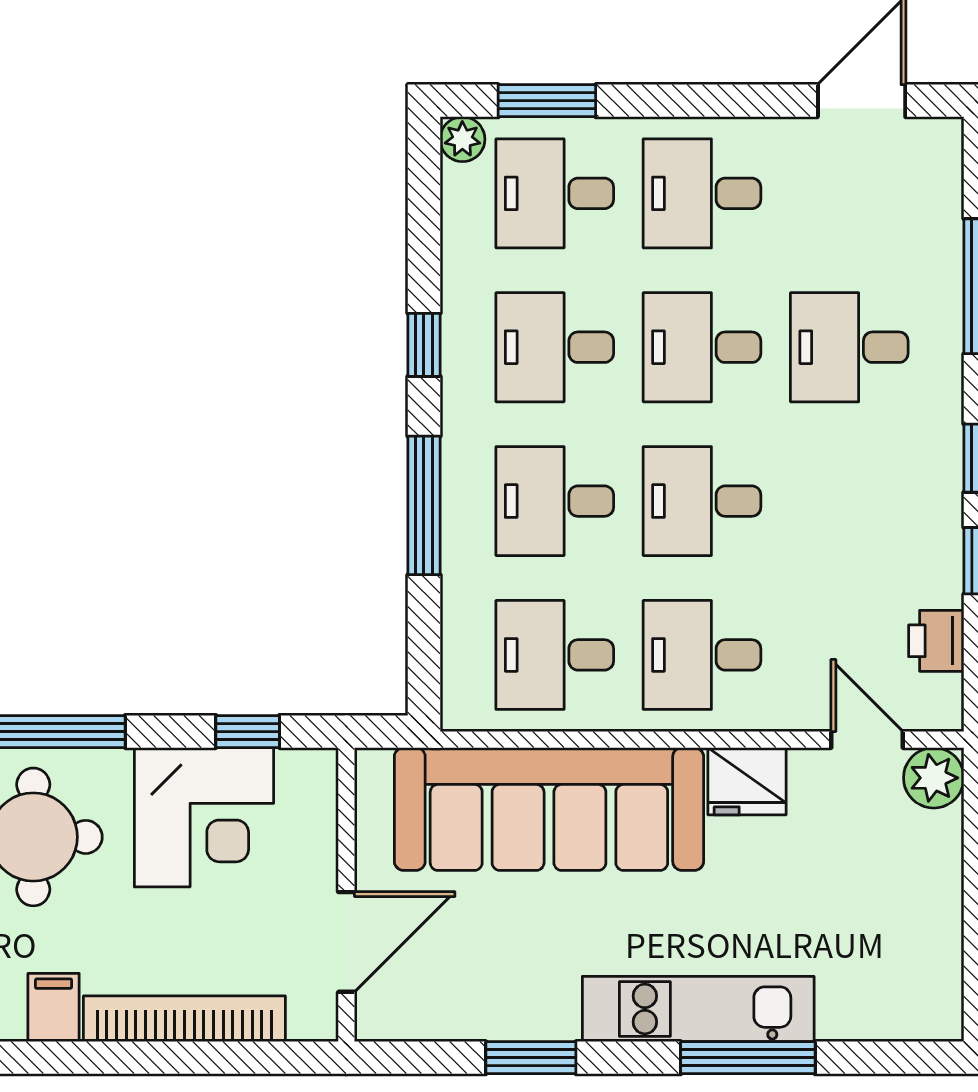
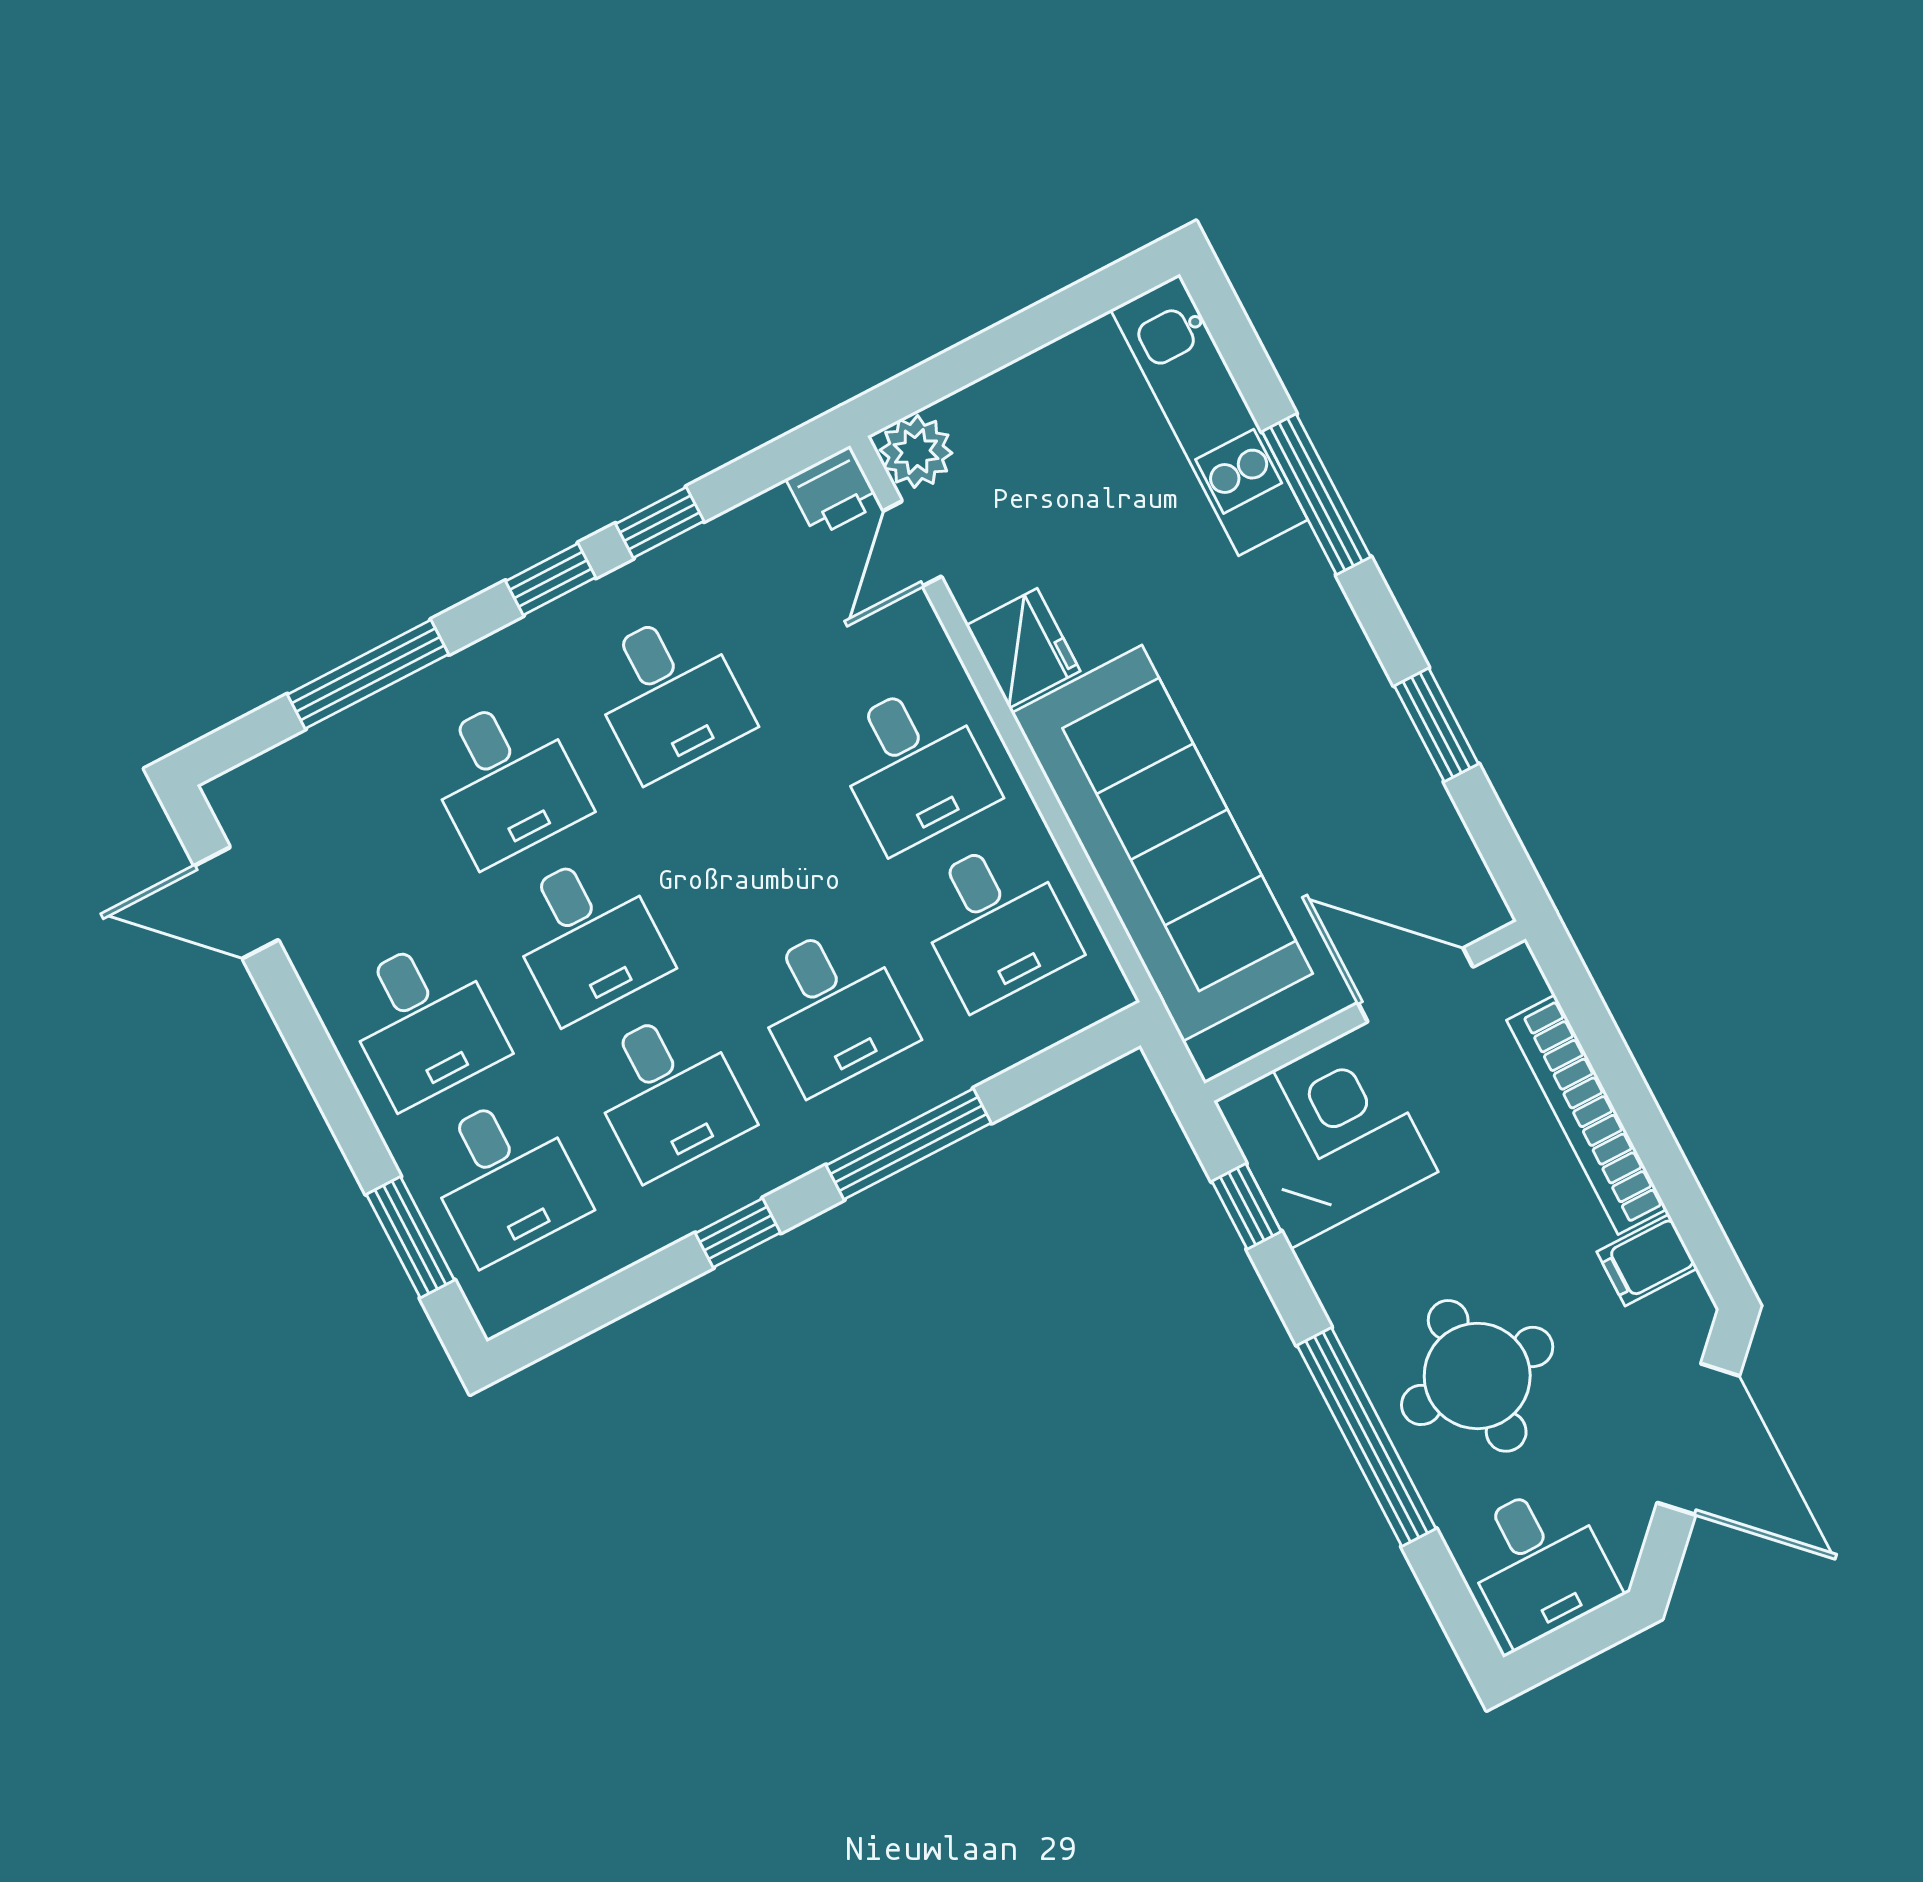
plant: (462, 139) -> (498, 1306), removed
desk: (702, 501) -> (669, 694), moved
printer: (936, 641) -> (833, 491), moved
corner desk: (204, 817) -> (1326, 1136), moved
kitchen unit: (698, 1009) -> (1209, 415), moved

